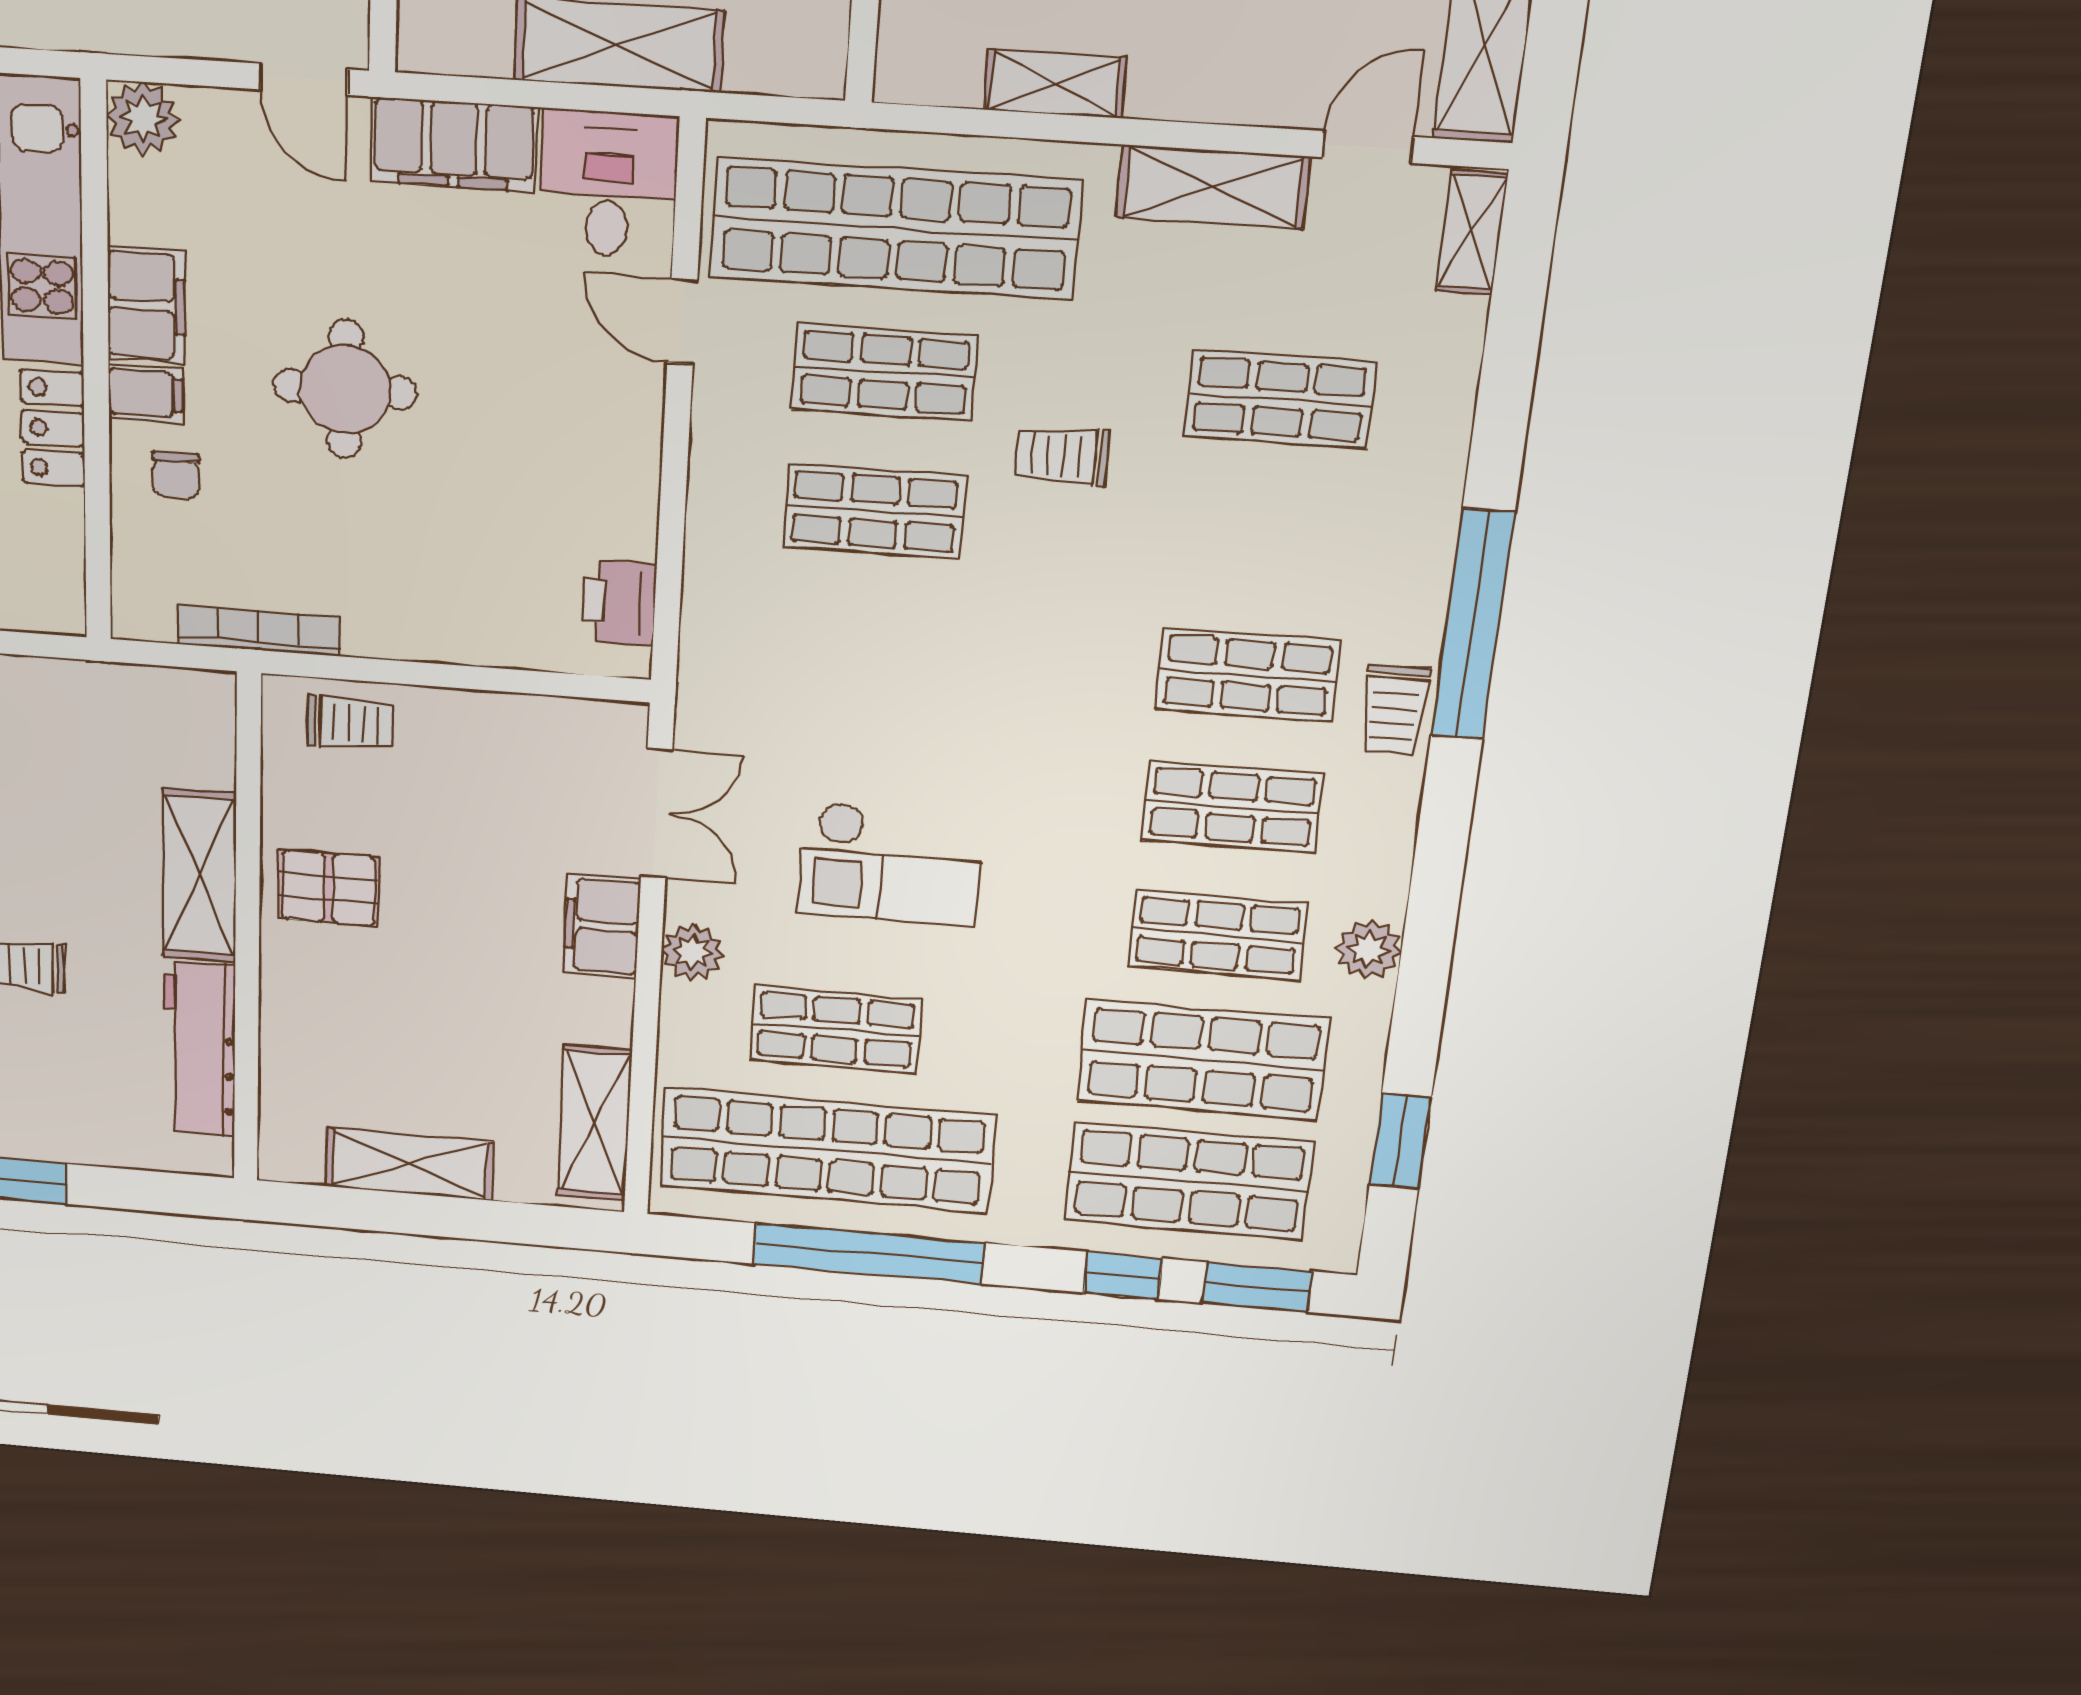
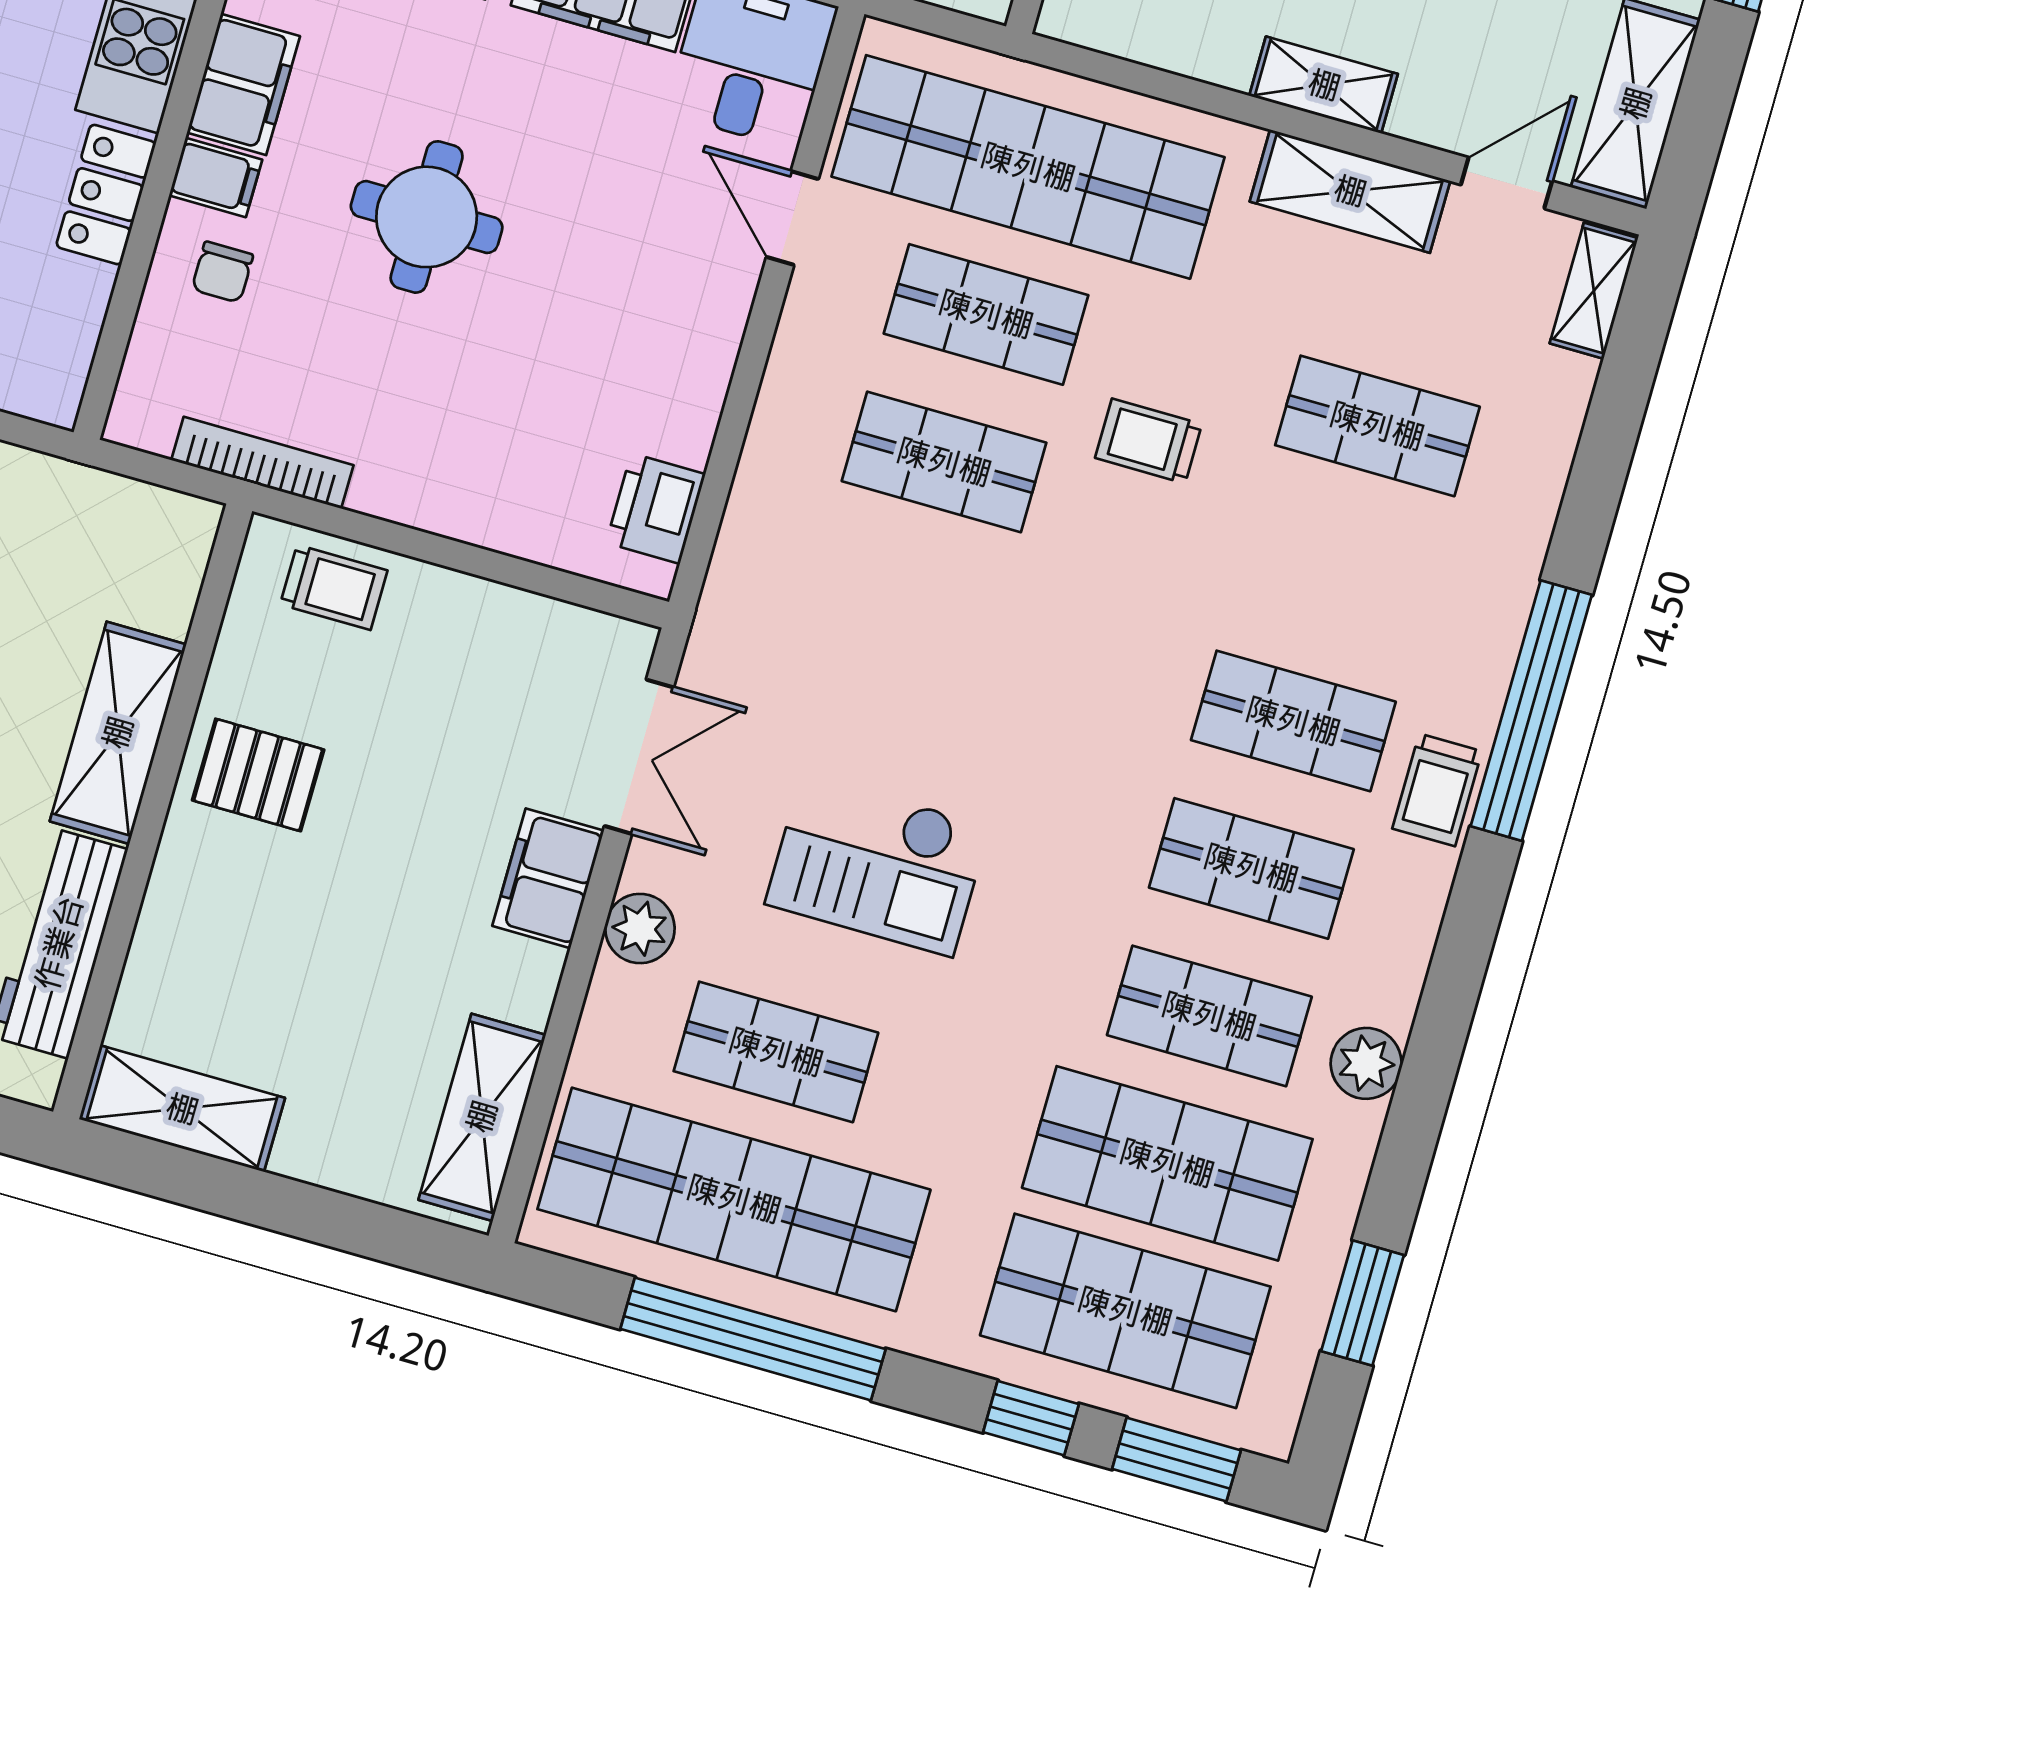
shelving: (1055, 84) -> (1324, 85), moved
shelving: (409, 1164) -> (182, 1109), moved

